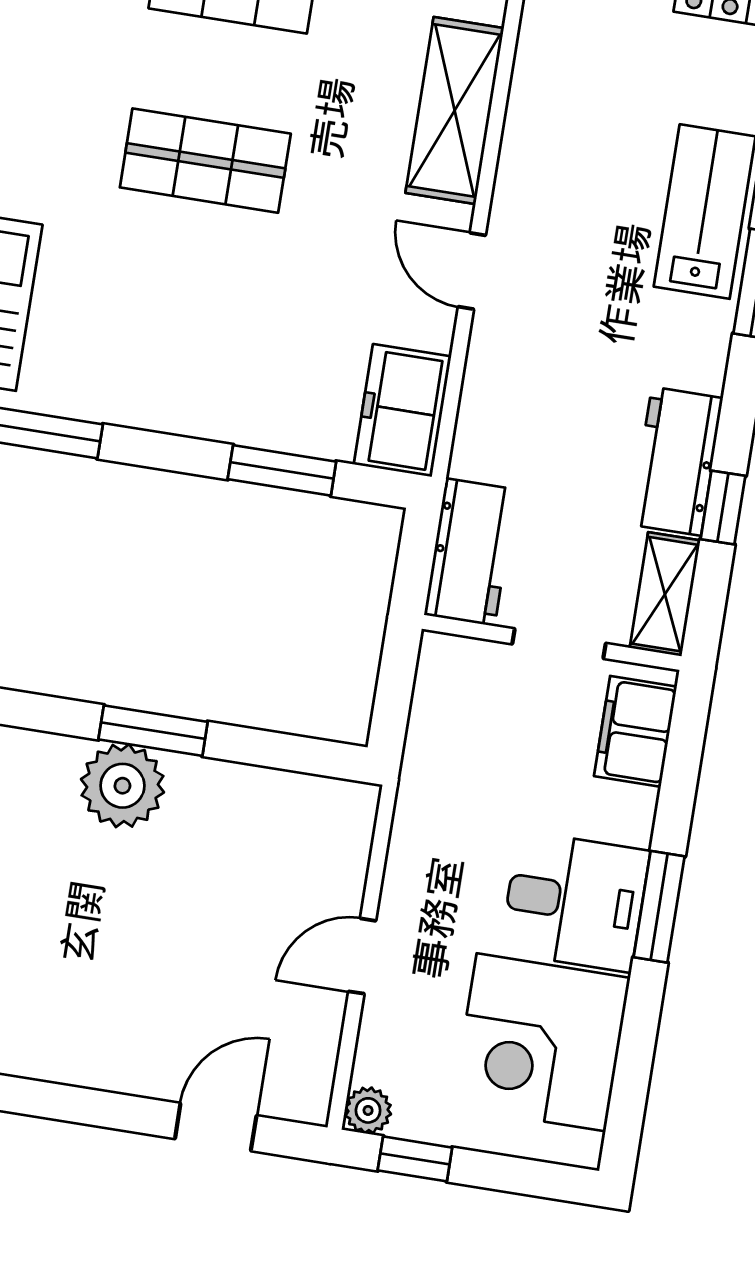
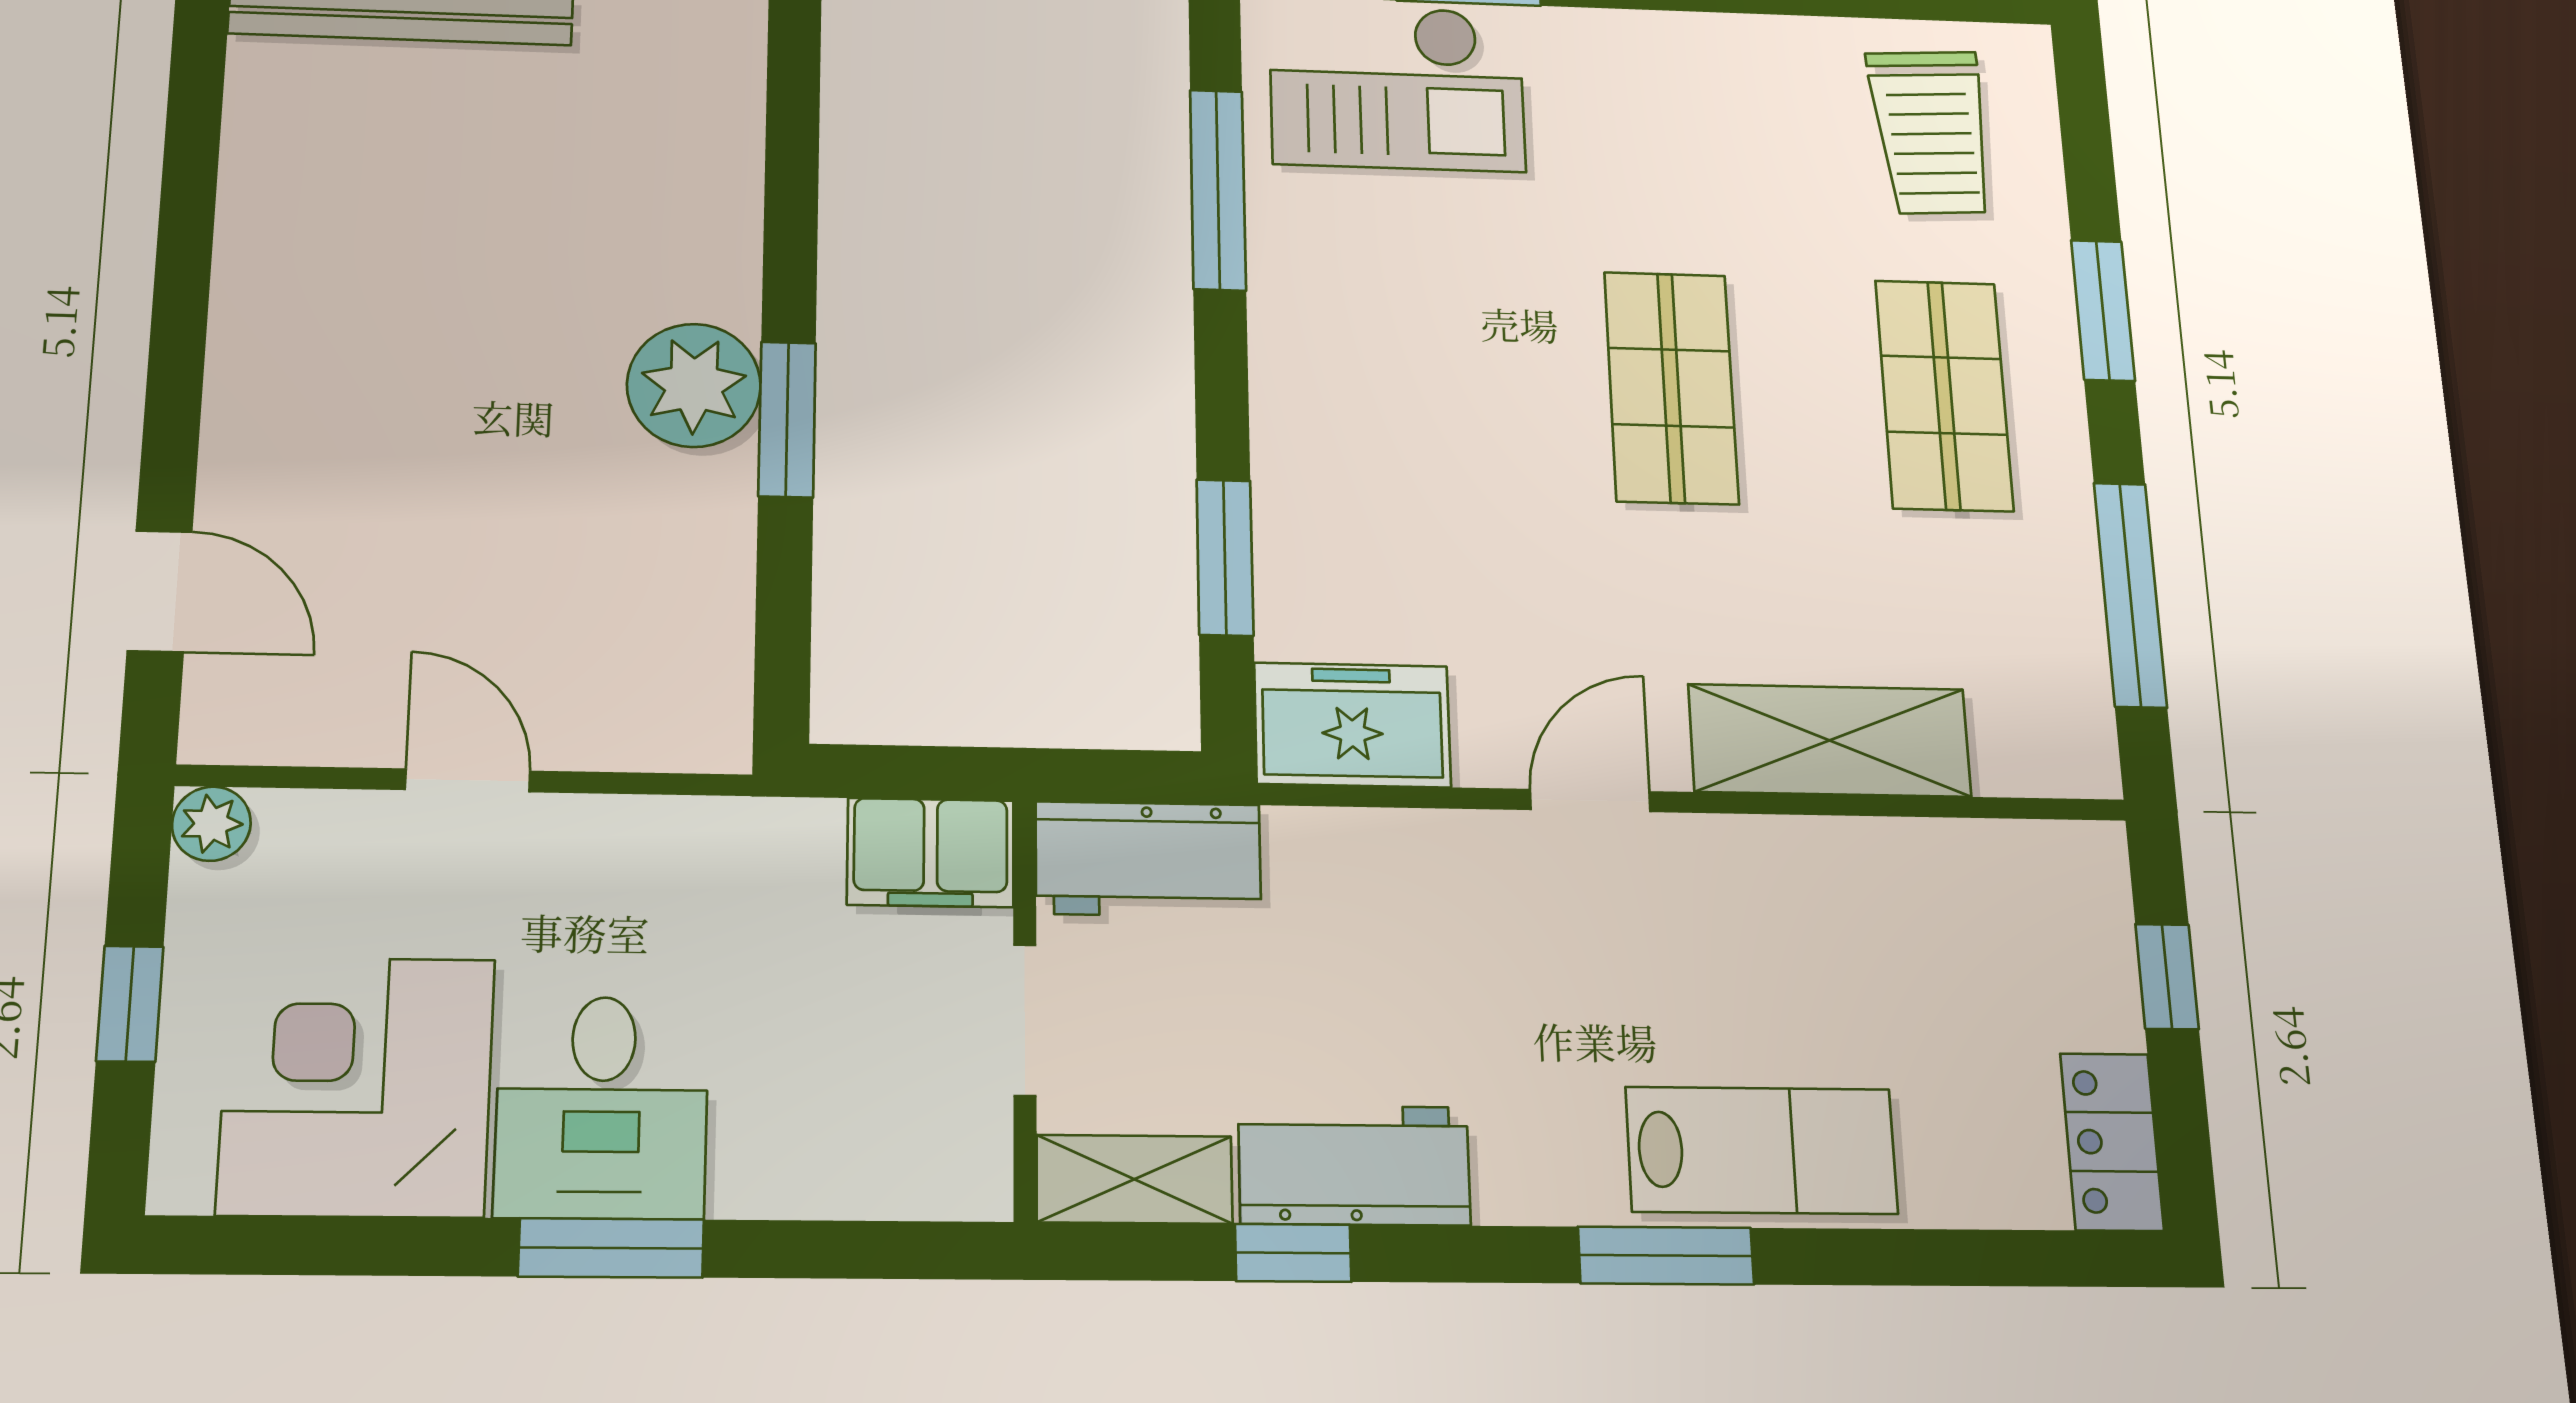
filing cabinet: (635, 731) -> (931, 852), moved, turned 180
window: (415, 1159) -> (130, 1004), moved

